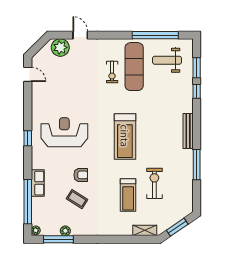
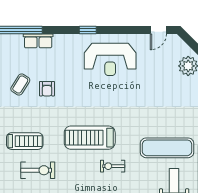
exercise bike: (112, 72) -> (113, 166), moved
reception desk: (64, 132) -> (110, 59), moved, turned 90
treadmill: (128, 195) -> (25, 141), turned 180

